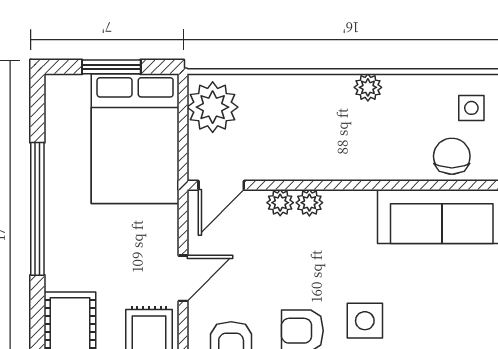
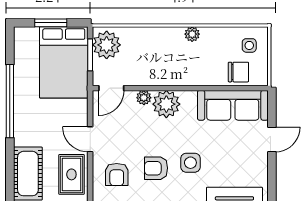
window: (183, 125) -> (90, 55), added
chair: (452, 156) -> (238, 72), turned 90
plant: (309, 203) -> (166, 104), width x1.87, depth x1.87
door: (183, 278) -> (90, 139), swing flipped

